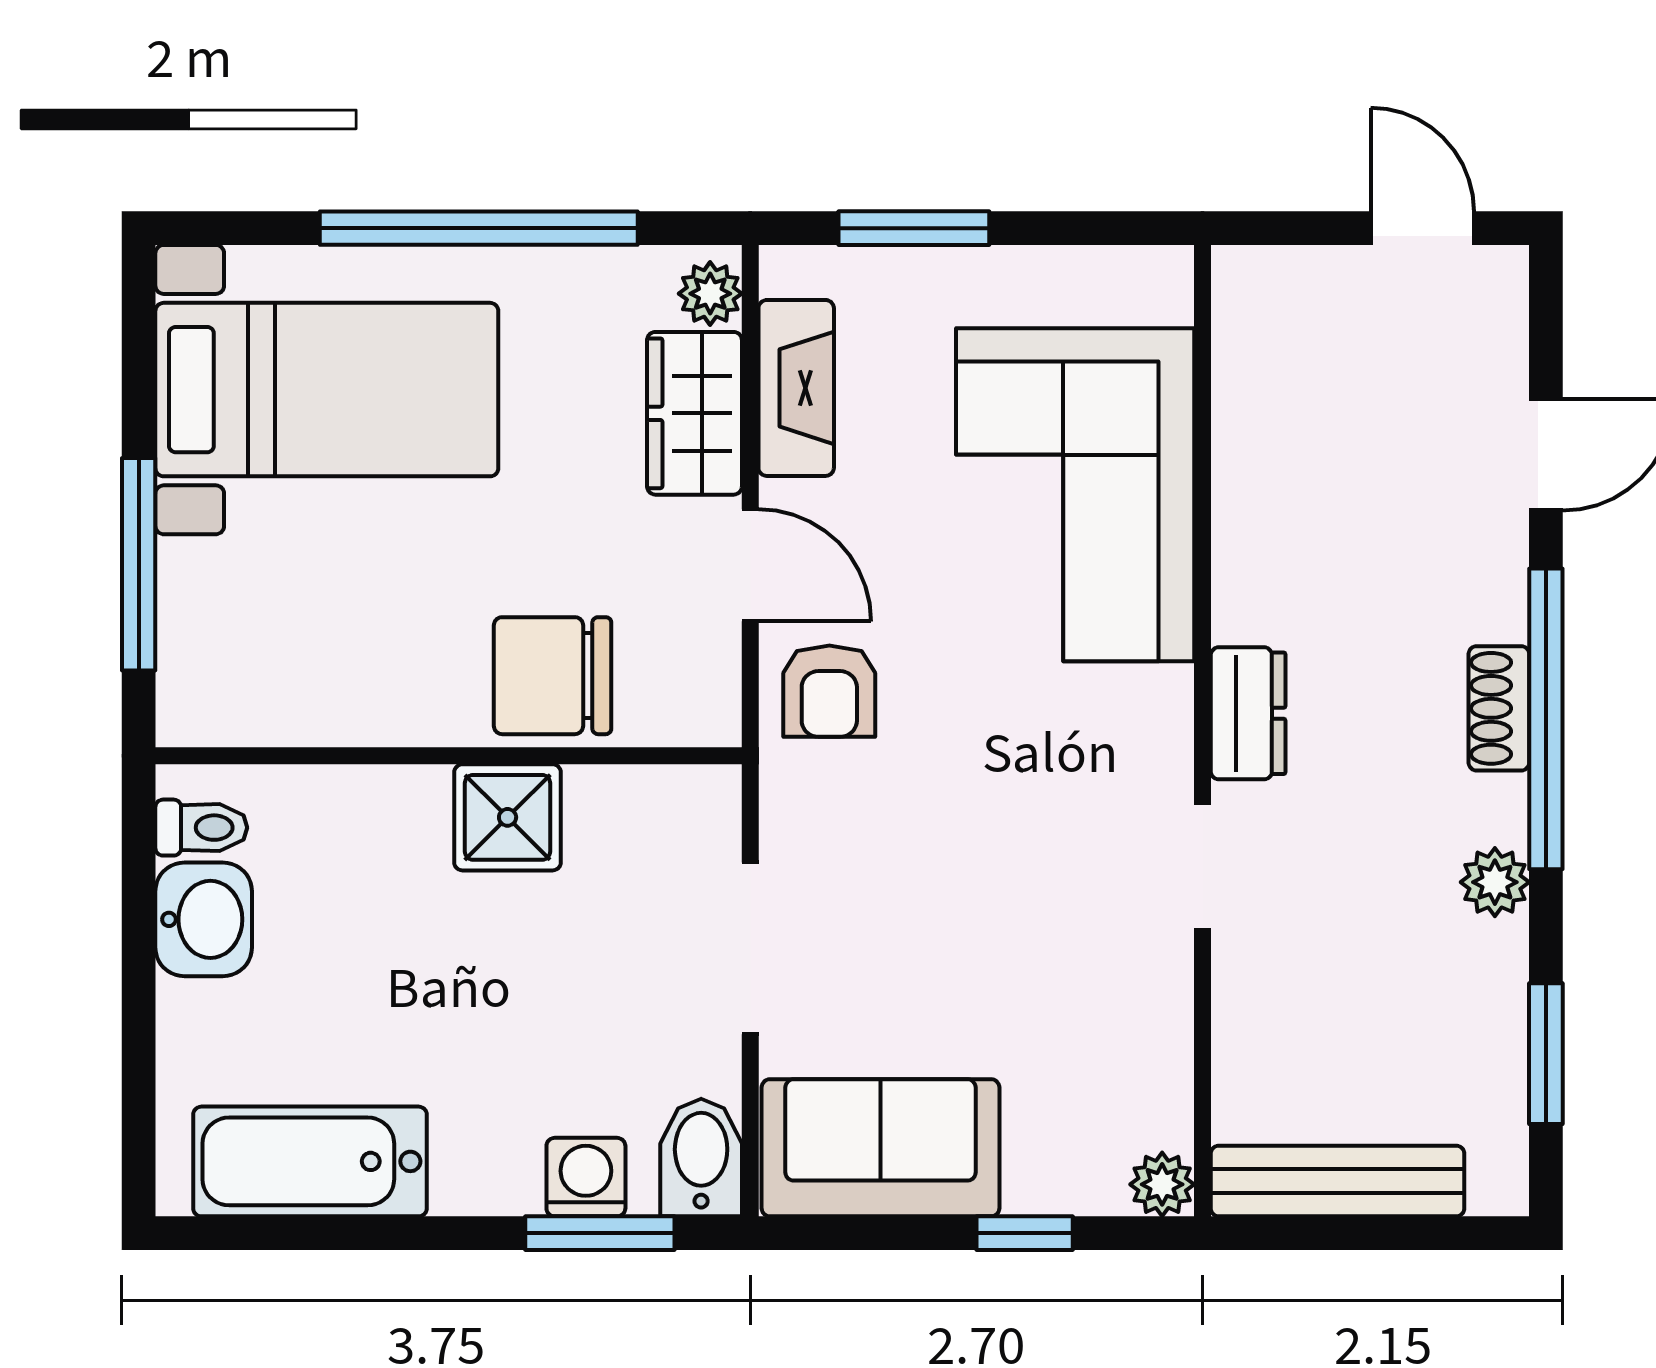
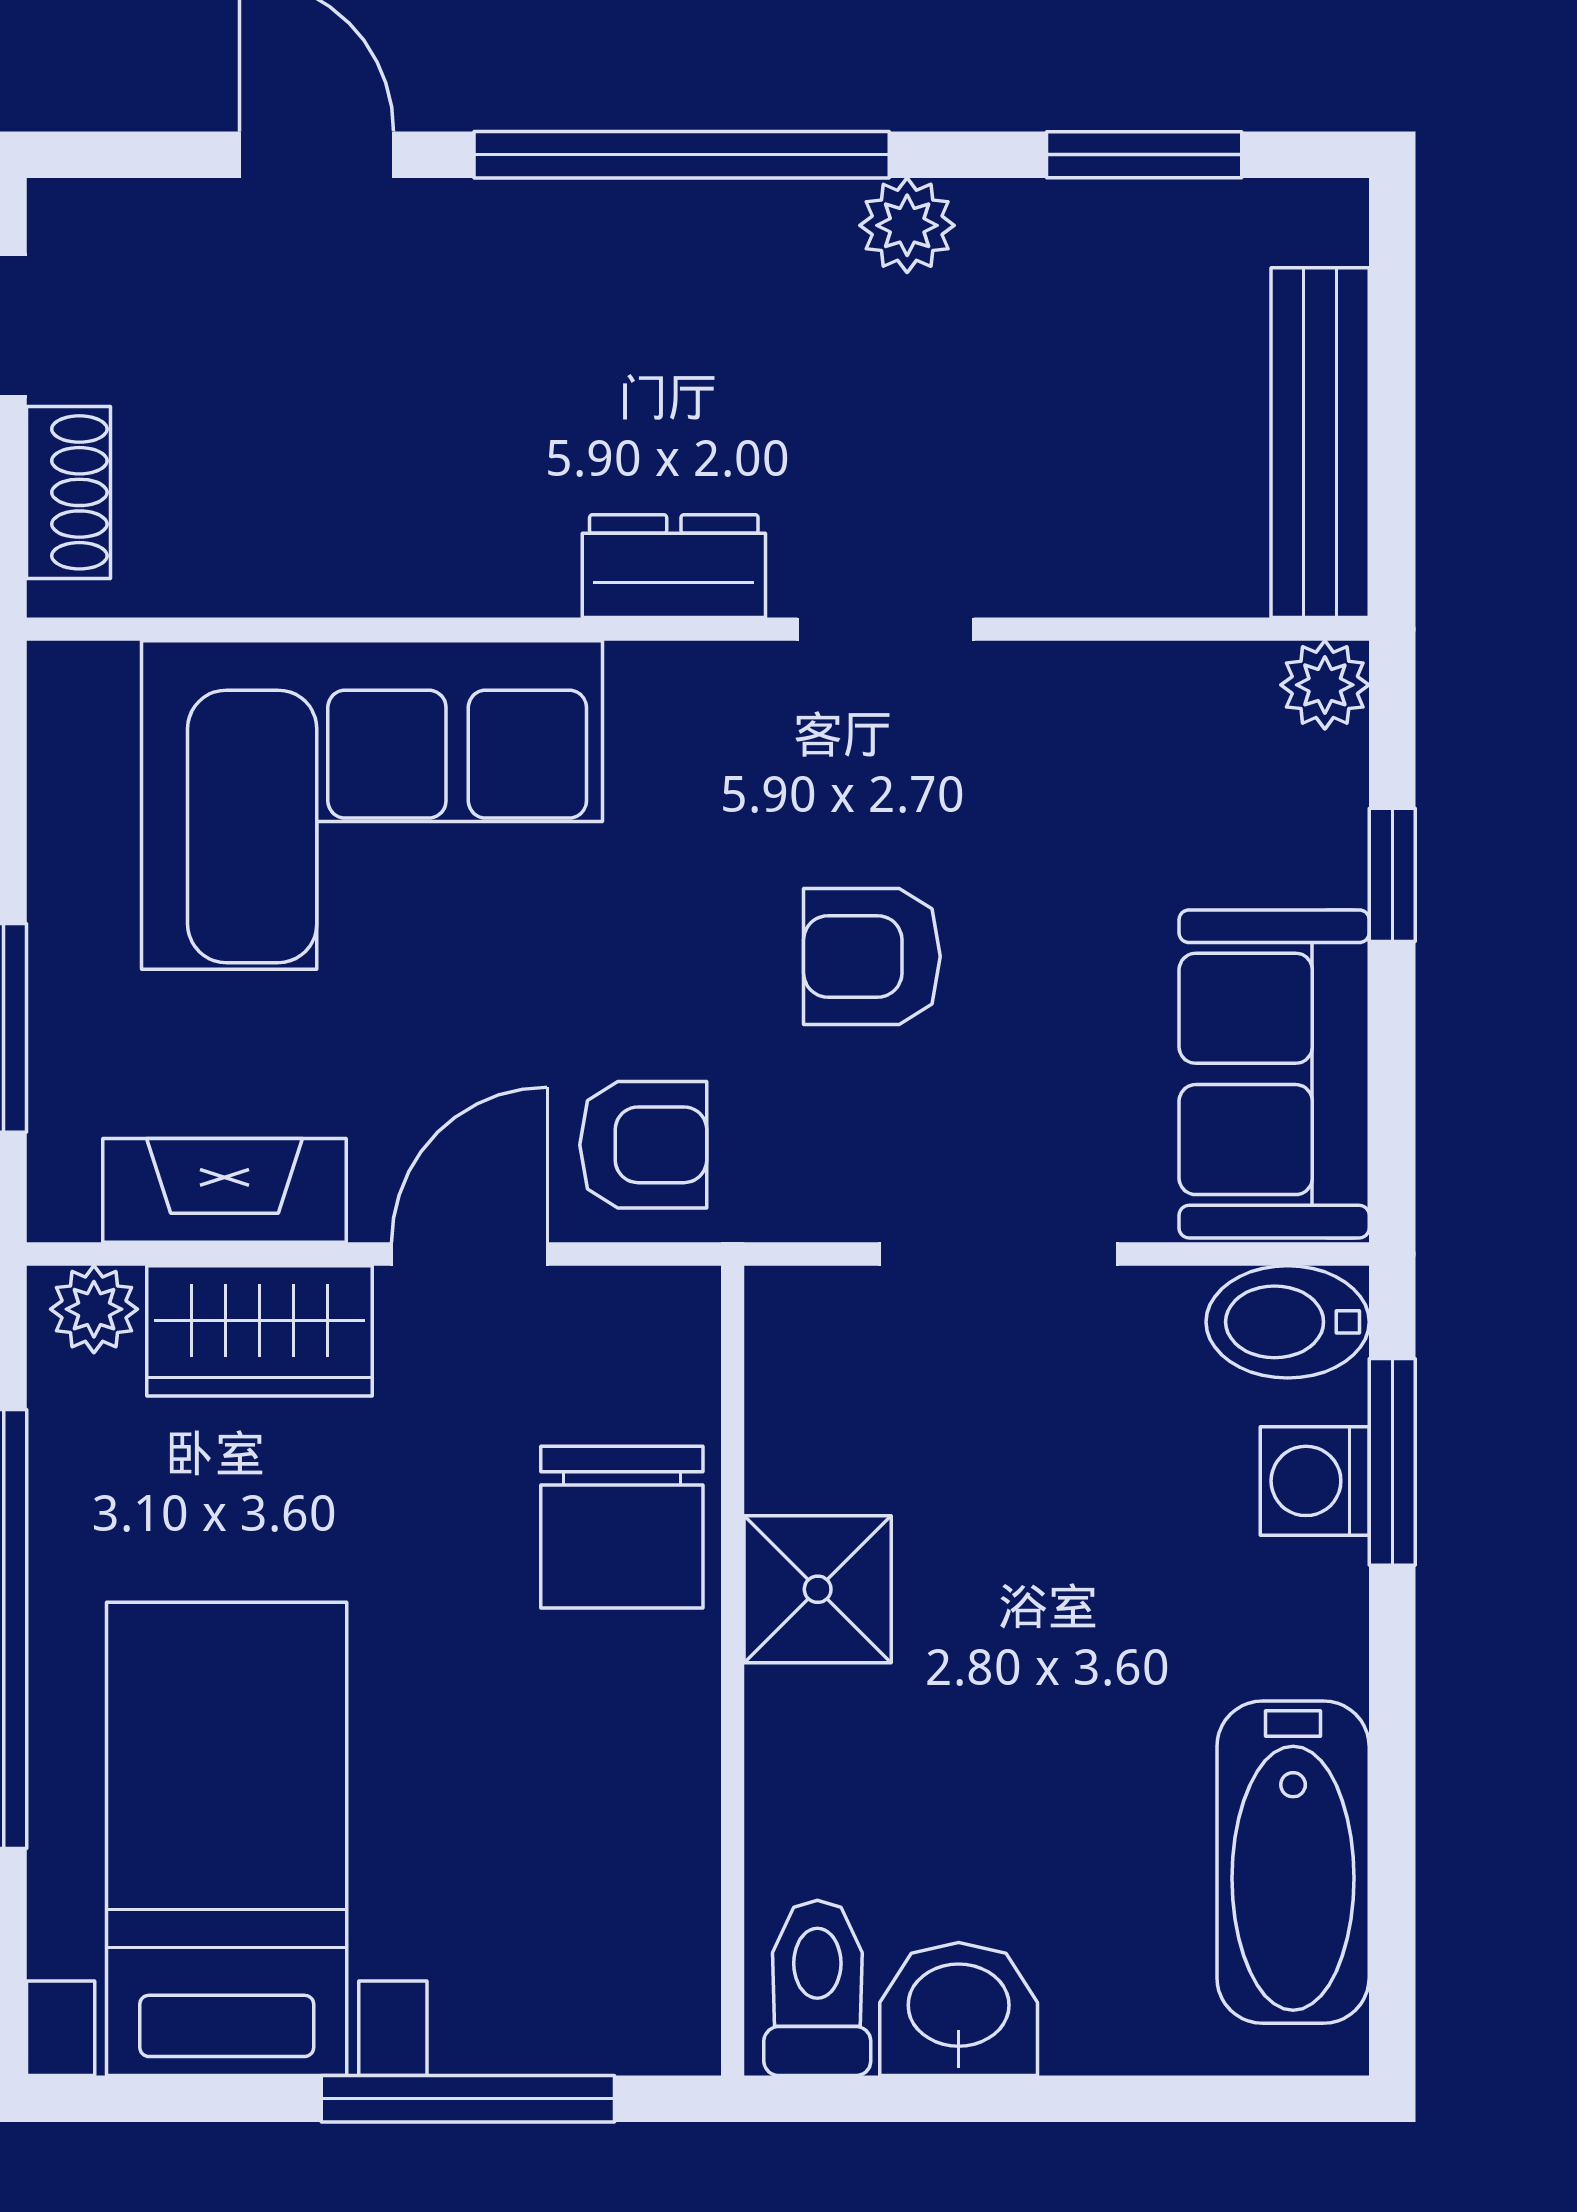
shoe rack: (1499, 708) -> (69, 492), moved, turned -90
toilet: (201, 828) -> (817, 1988), width x1.37, depth x1.39
armchair: (966, 857) -> (872, 956), added

